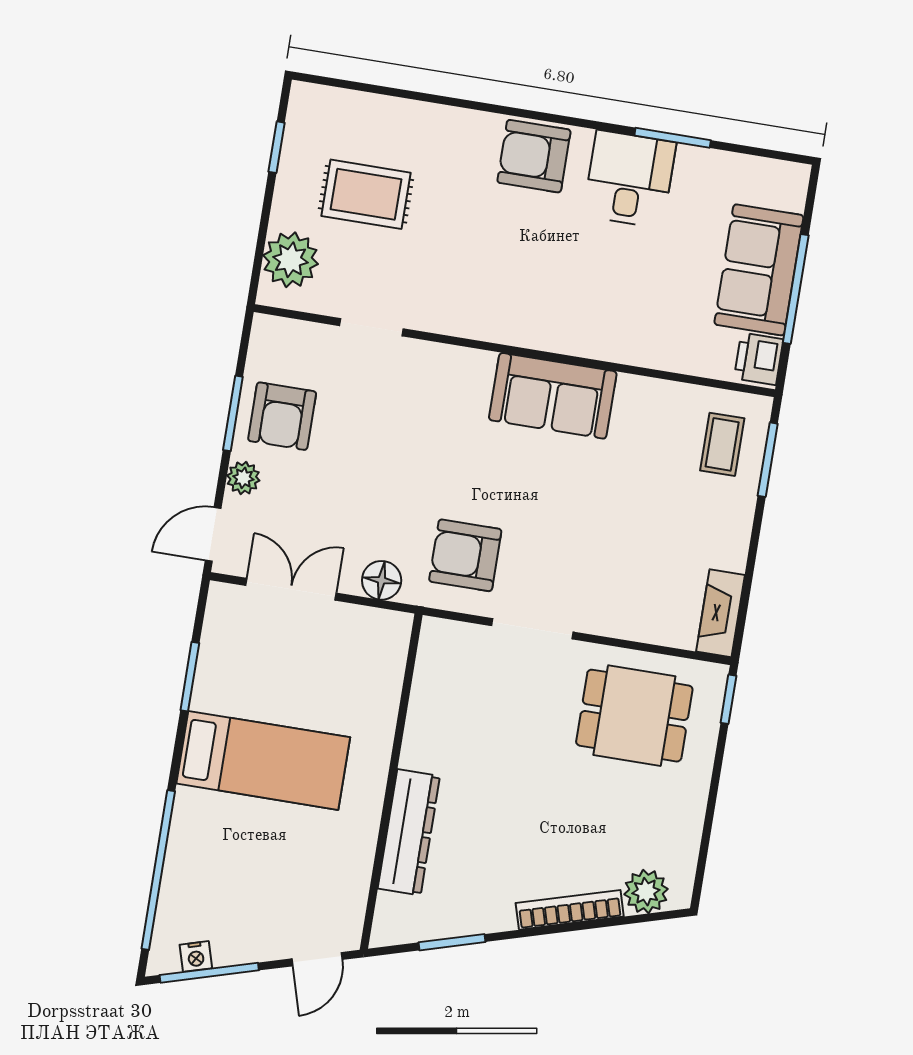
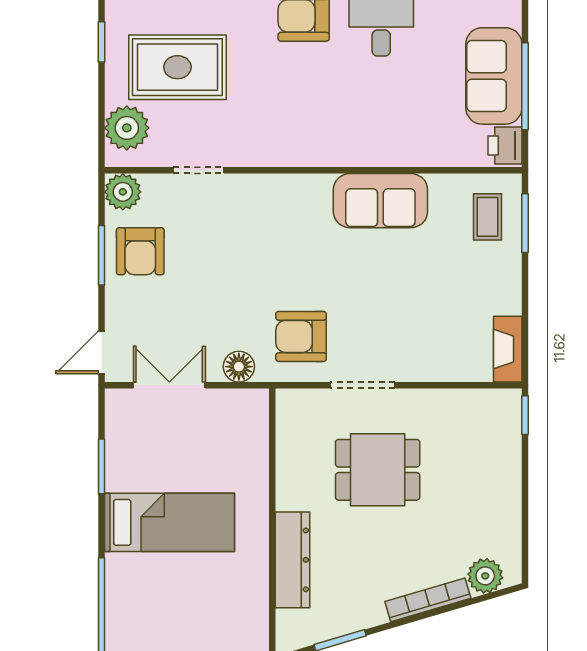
rug: (366, 194) -> (177, 67), width x1.36, depth x1.43
sofa: (553, 396) -> (380, 201), moved
plant: (243, 478) -> (123, 192), moved, width x1.38, depth x1.38
dining table: (634, 716) -> (378, 470), moved

